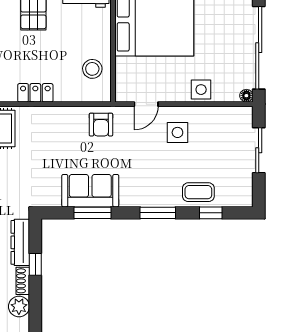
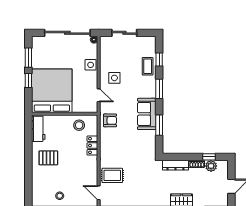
locker: (35, 93) -> (92, 145), moved
sofa: (90, 191) -> (147, 114), moved
window: (35, 264) -> (209, 157), moved

